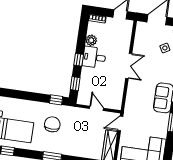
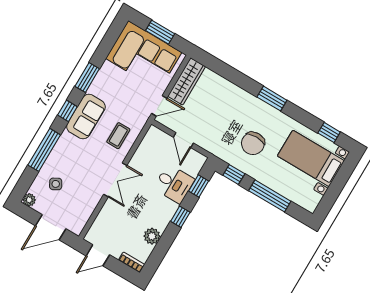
desk: (94, 57) -> (174, 184), moved
double door: (129, 66) -> (115, 180), swing flipped
coffee table: (138, 94) -> (118, 136), added
window: (28, 96) -> (270, 196), added

